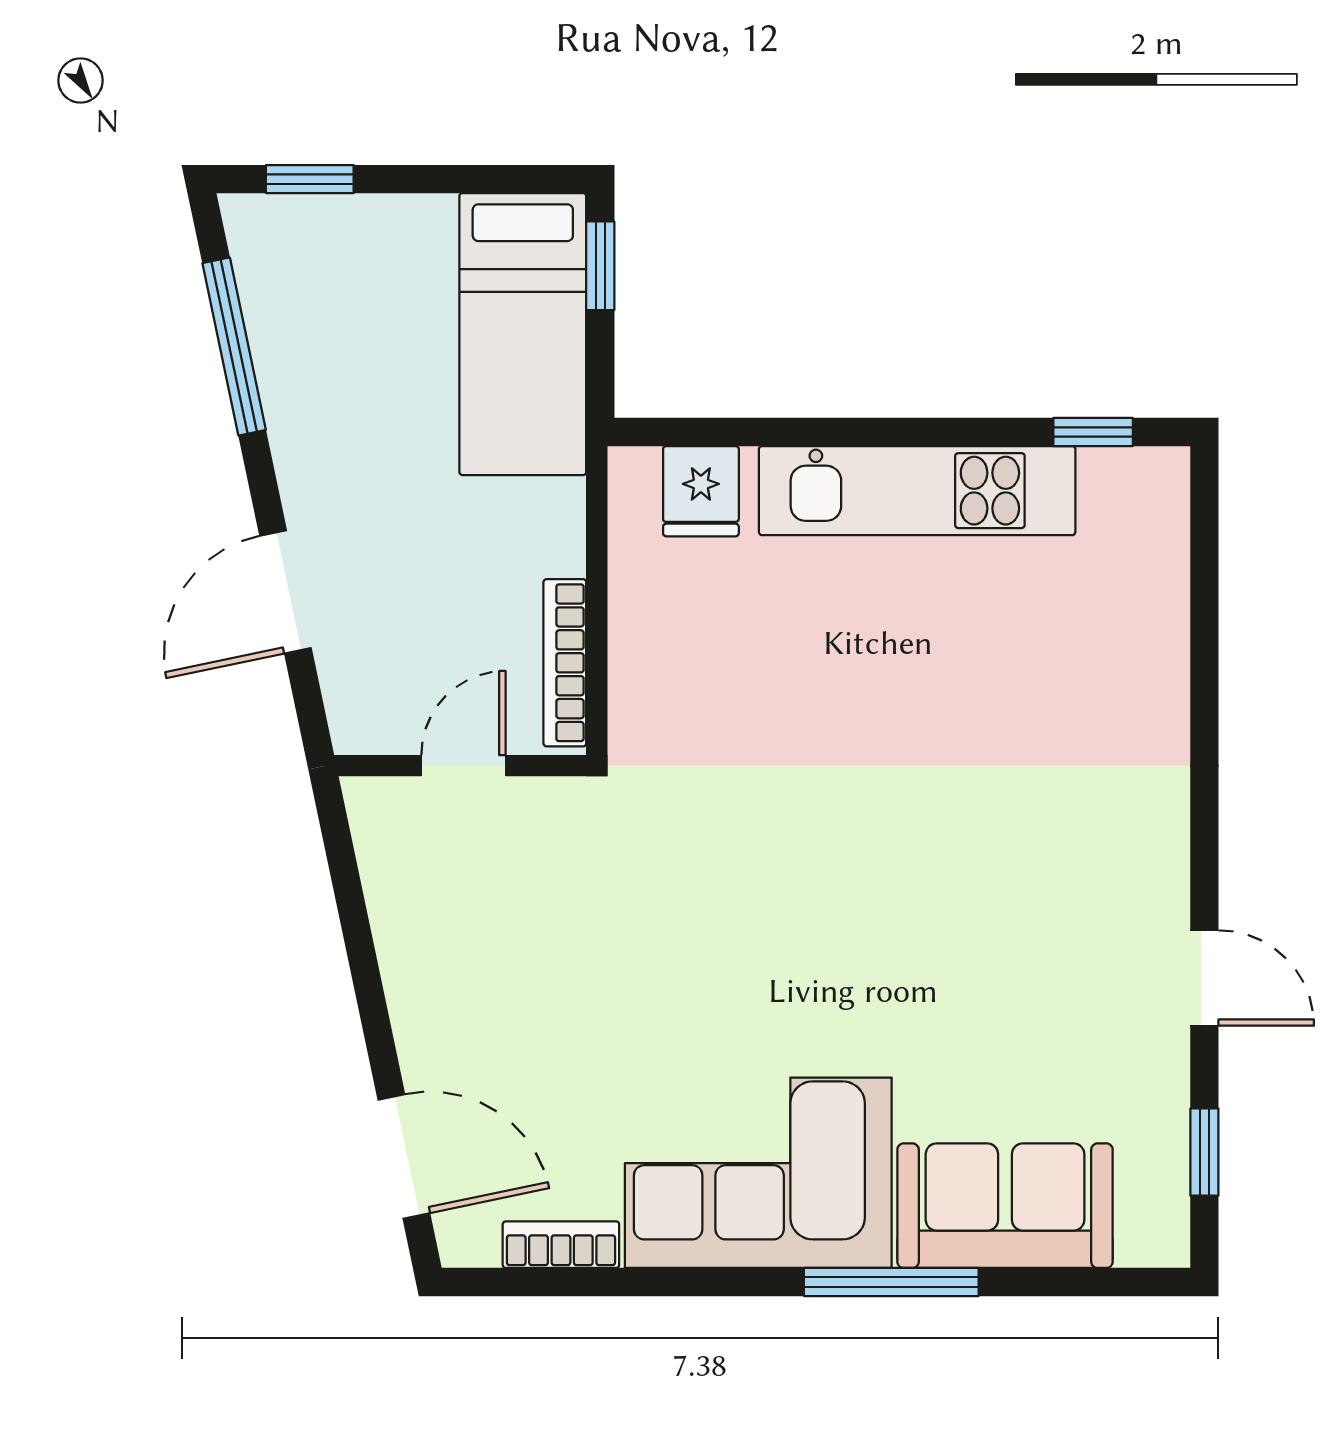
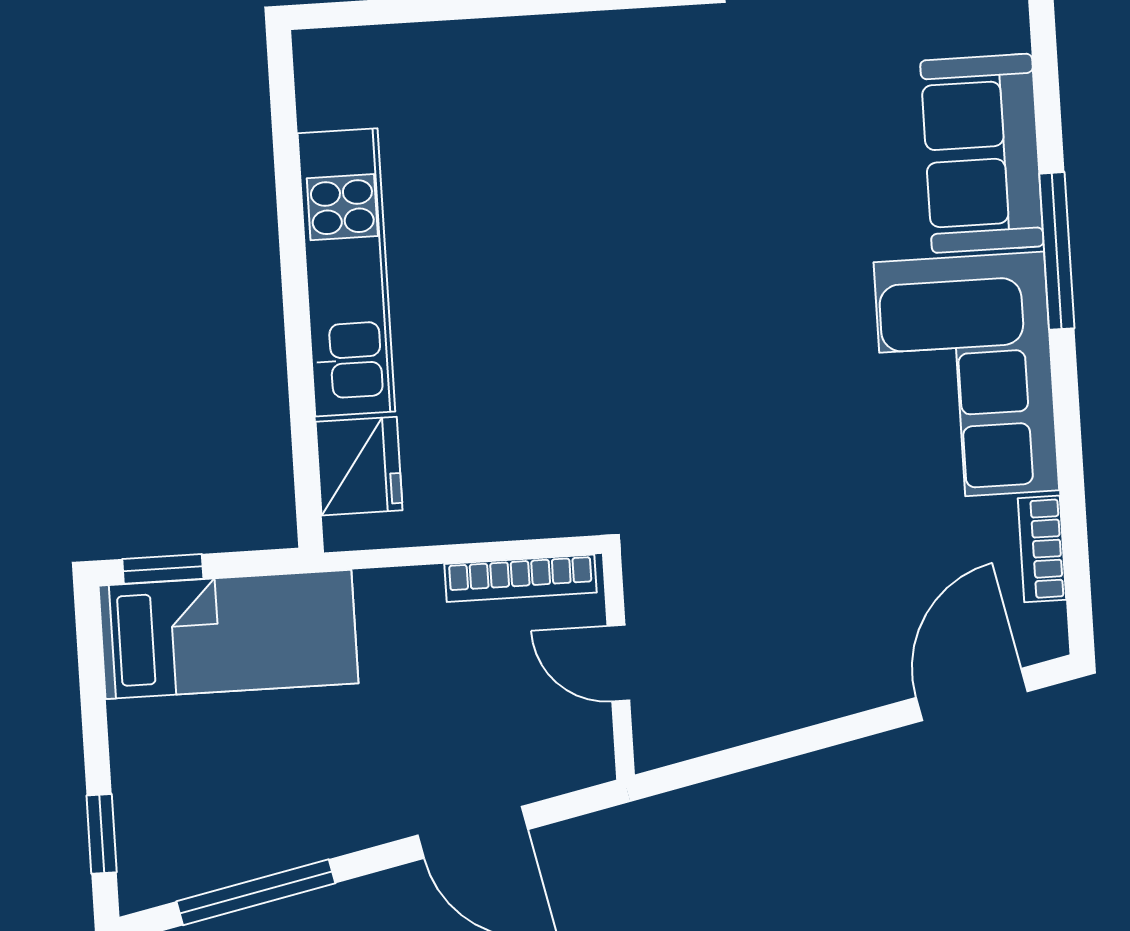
window: (1093, 432) -> (284, 118), removed
fridge: (701, 491) -> (359, 466), width x1.38

